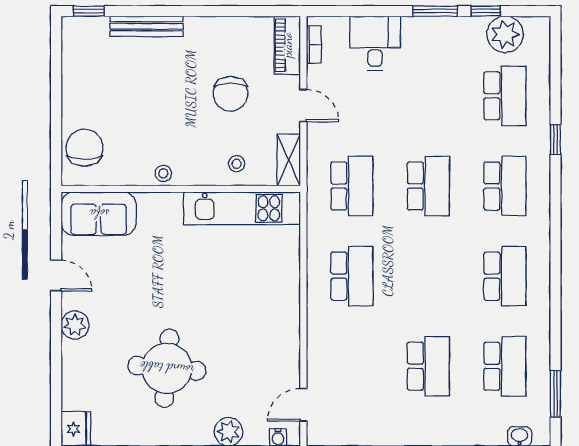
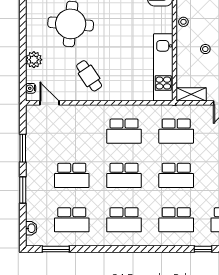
stool: (237, 164) -> (205, 49), moved
school desk: (428, 276) -> (124, 175), added
cafe table: (257, 336) -> (89, 76), added

